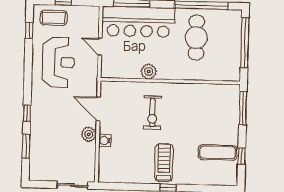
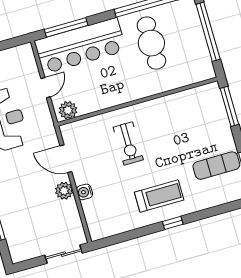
door: (100, 47) -> (46, 88), swing flipped
plant: (149, 72) -> (68, 110), moved
treadmill: (164, 163) -> (159, 196), turned 90

